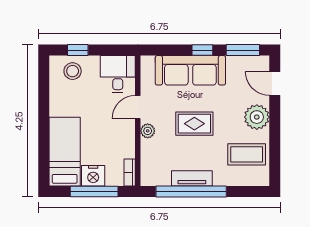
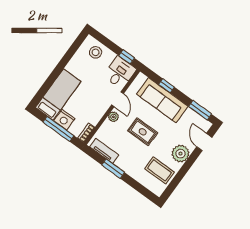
window: (78, 50) -> (127, 57), moved
window: (202, 50) -> (166, 86), moved
door: (138, 107) -> (118, 99), swing flipped
tv unit: (192, 178) -> (104, 151), moved
window: (191, 191) -> (113, 169), width x0.47

